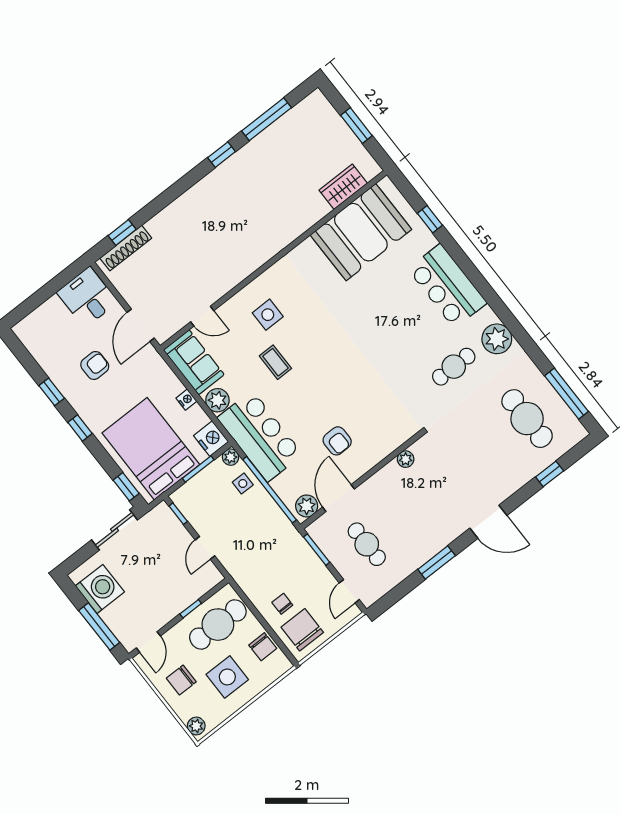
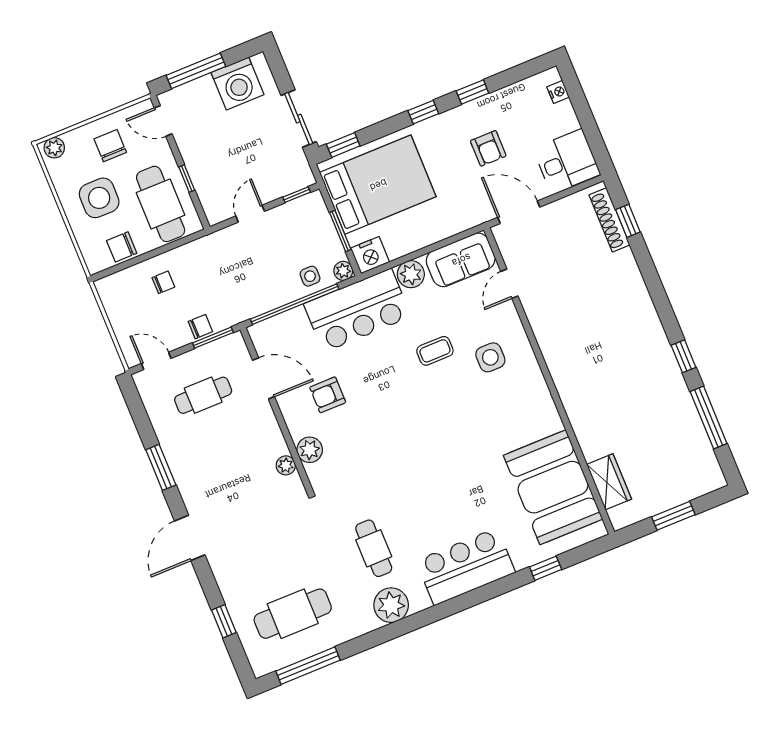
nightstand: (186, 400) -> (558, 92), moved, turned -90
plant: (307, 506) -> (310, 450), moved
door: (205, 548) -> (250, 214), hinge flipped
chair: (302, 630) -> (200, 327), moved, width x0.54, depth x0.54

